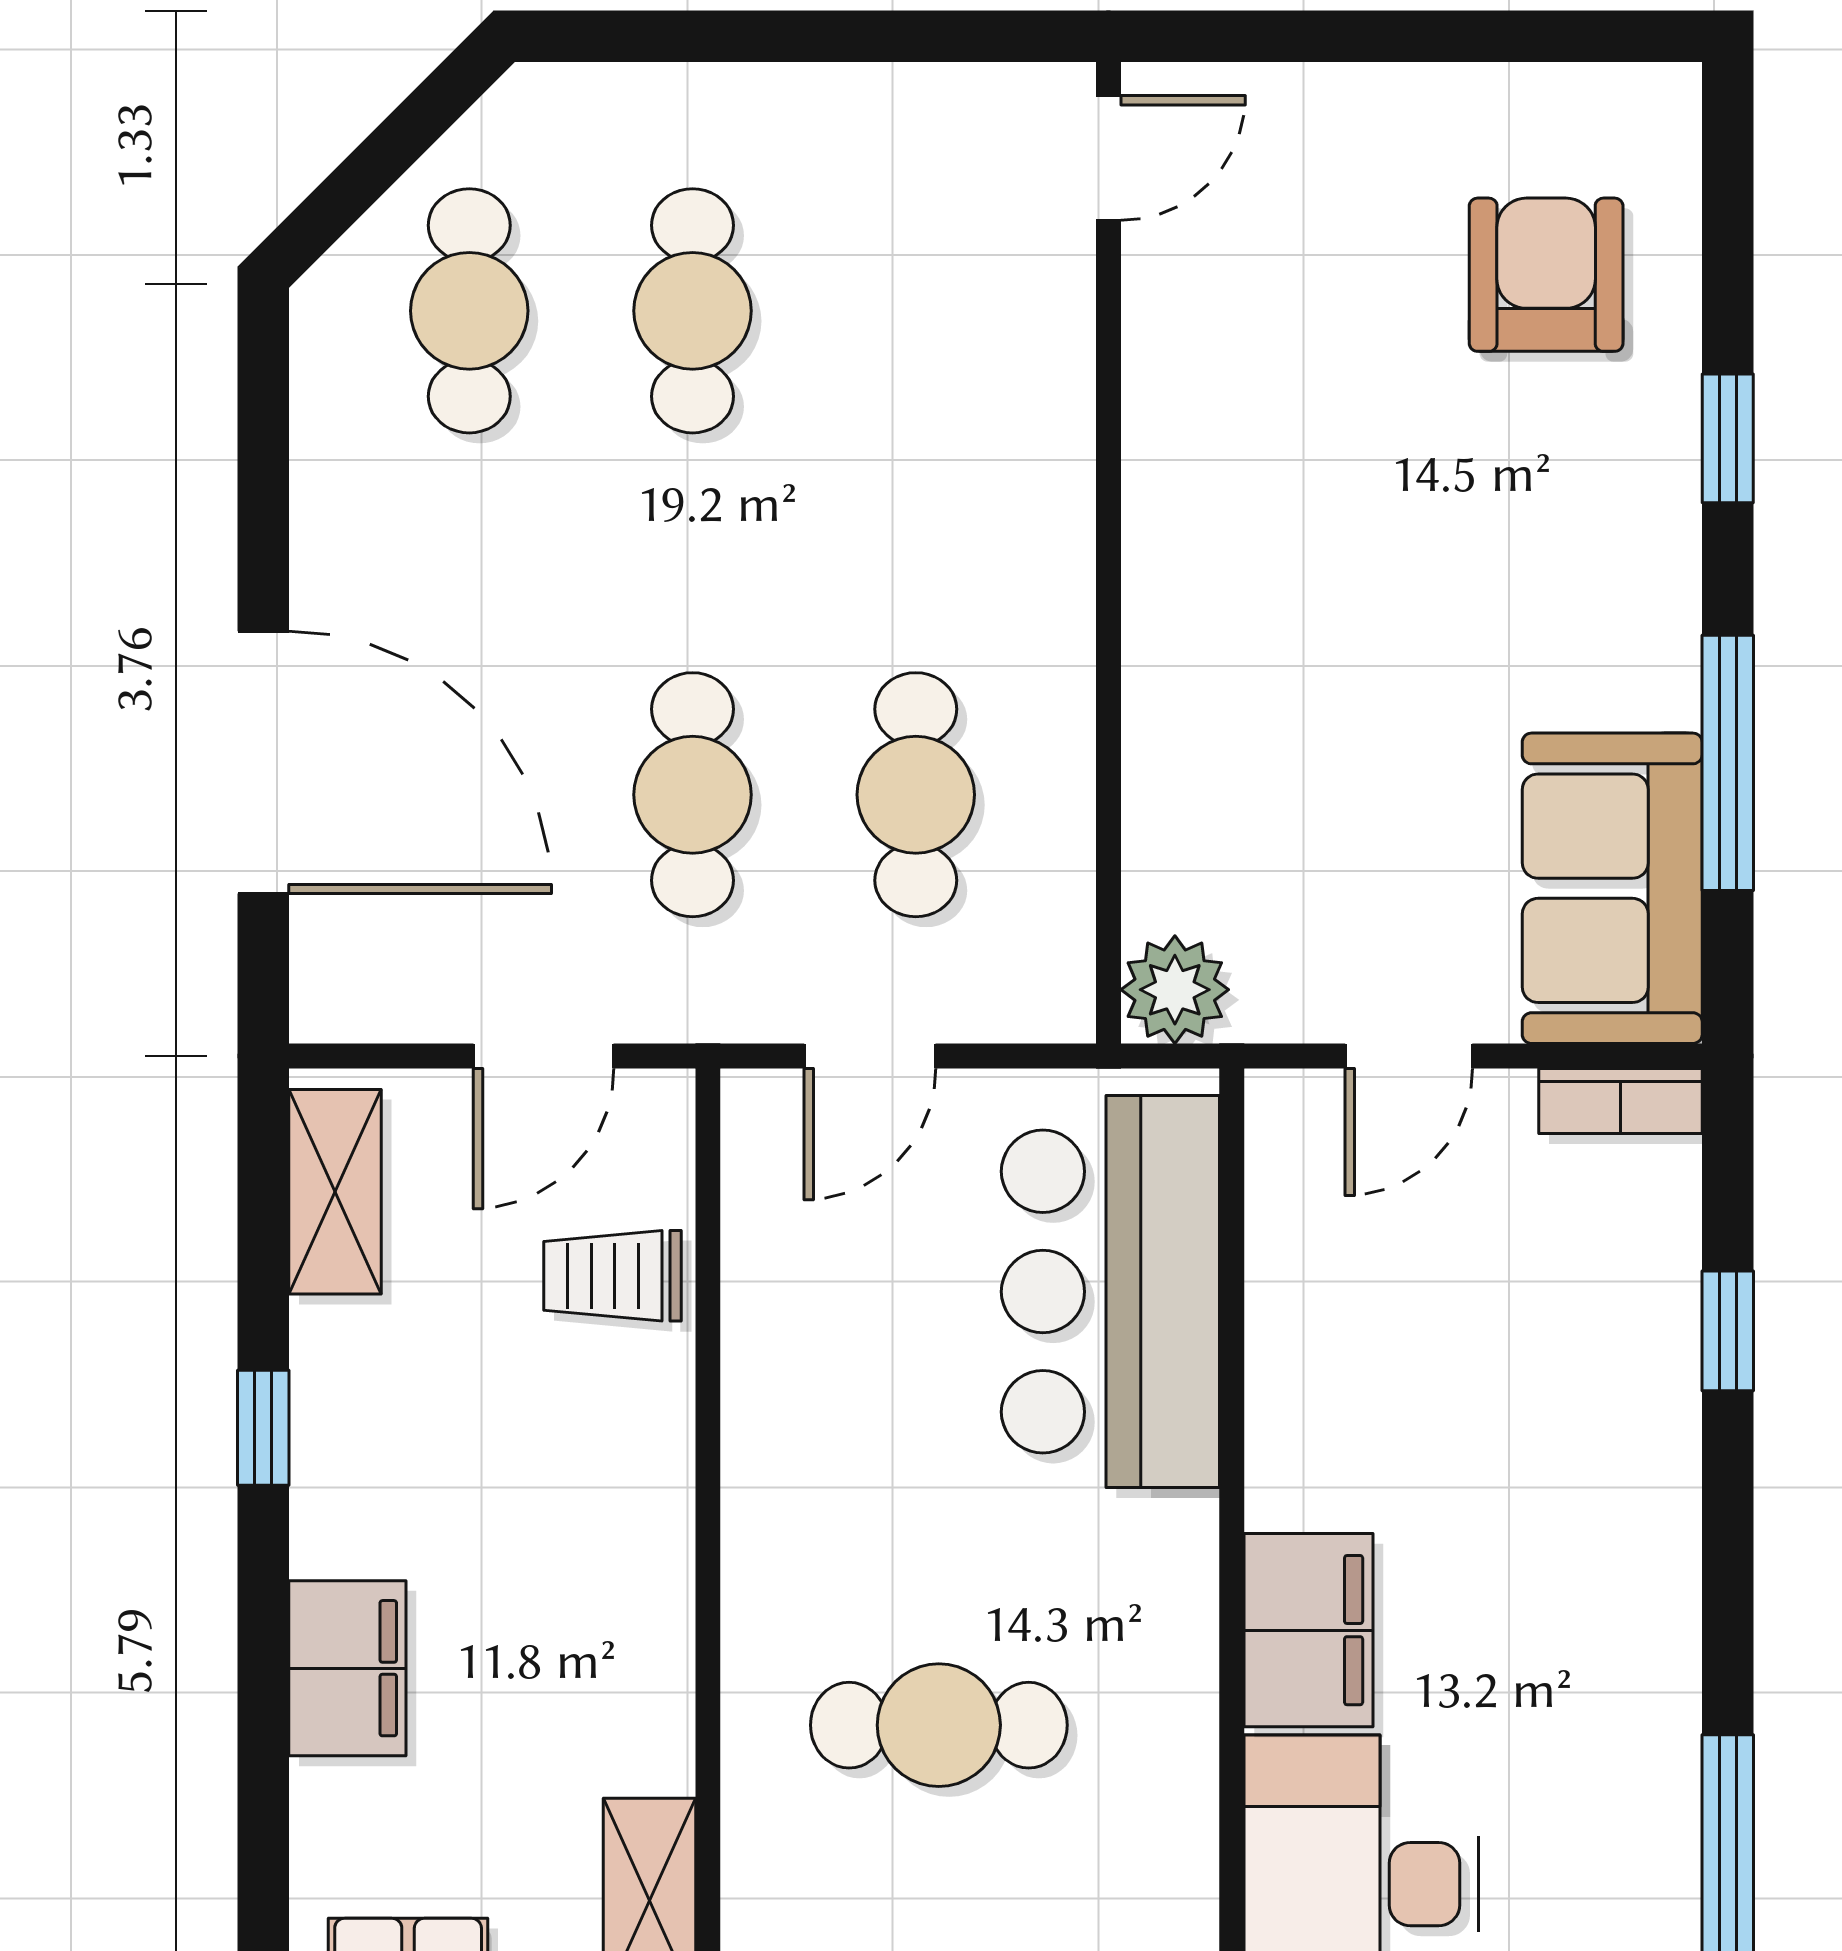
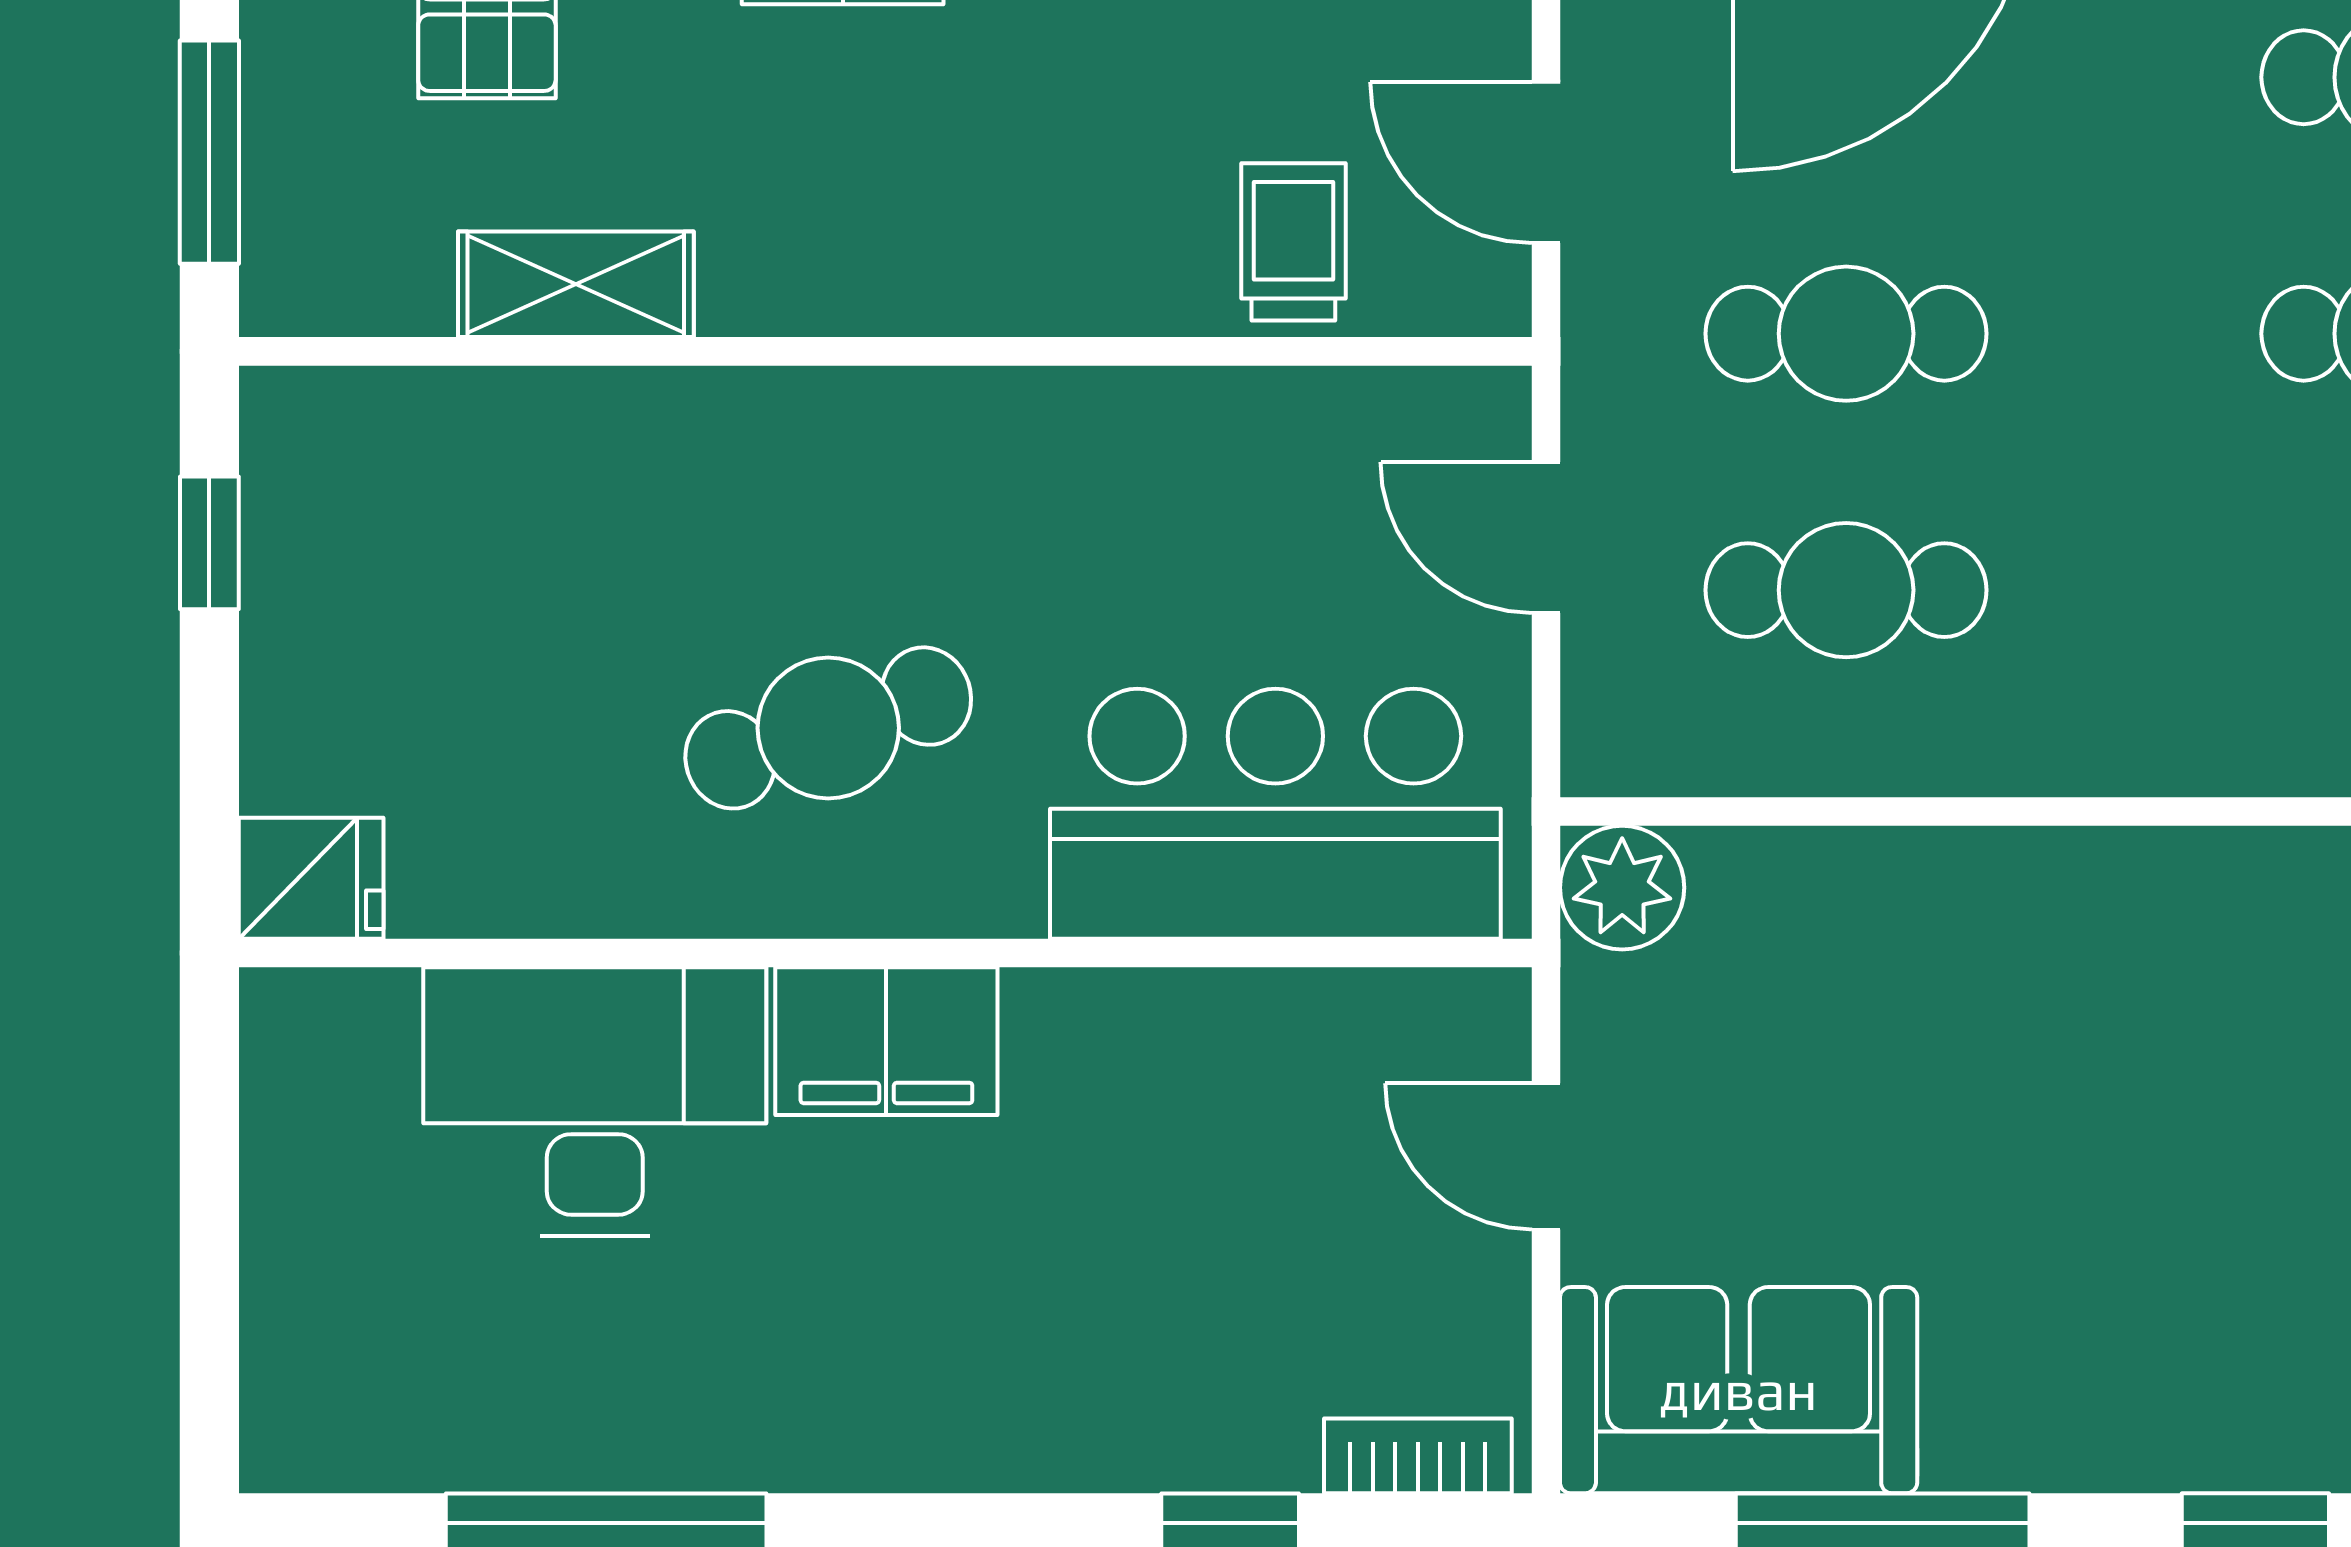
bookcase: (1620, 1101) -> (1418, 1456), moved, turned 90
cafe table: (939, 1725) -> (828, 728), moved, turned 72

